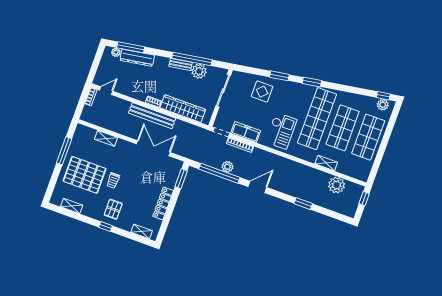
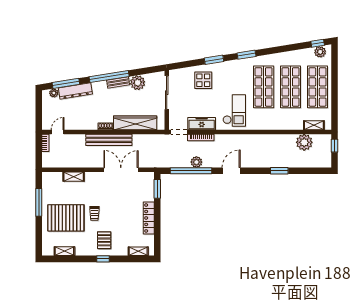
window: (192, 59) -> (109, 77), moved
shop shelf: (317, 119) -> (264, 87), width x0.71
shelving: (326, 163) -> (314, 125), moved

